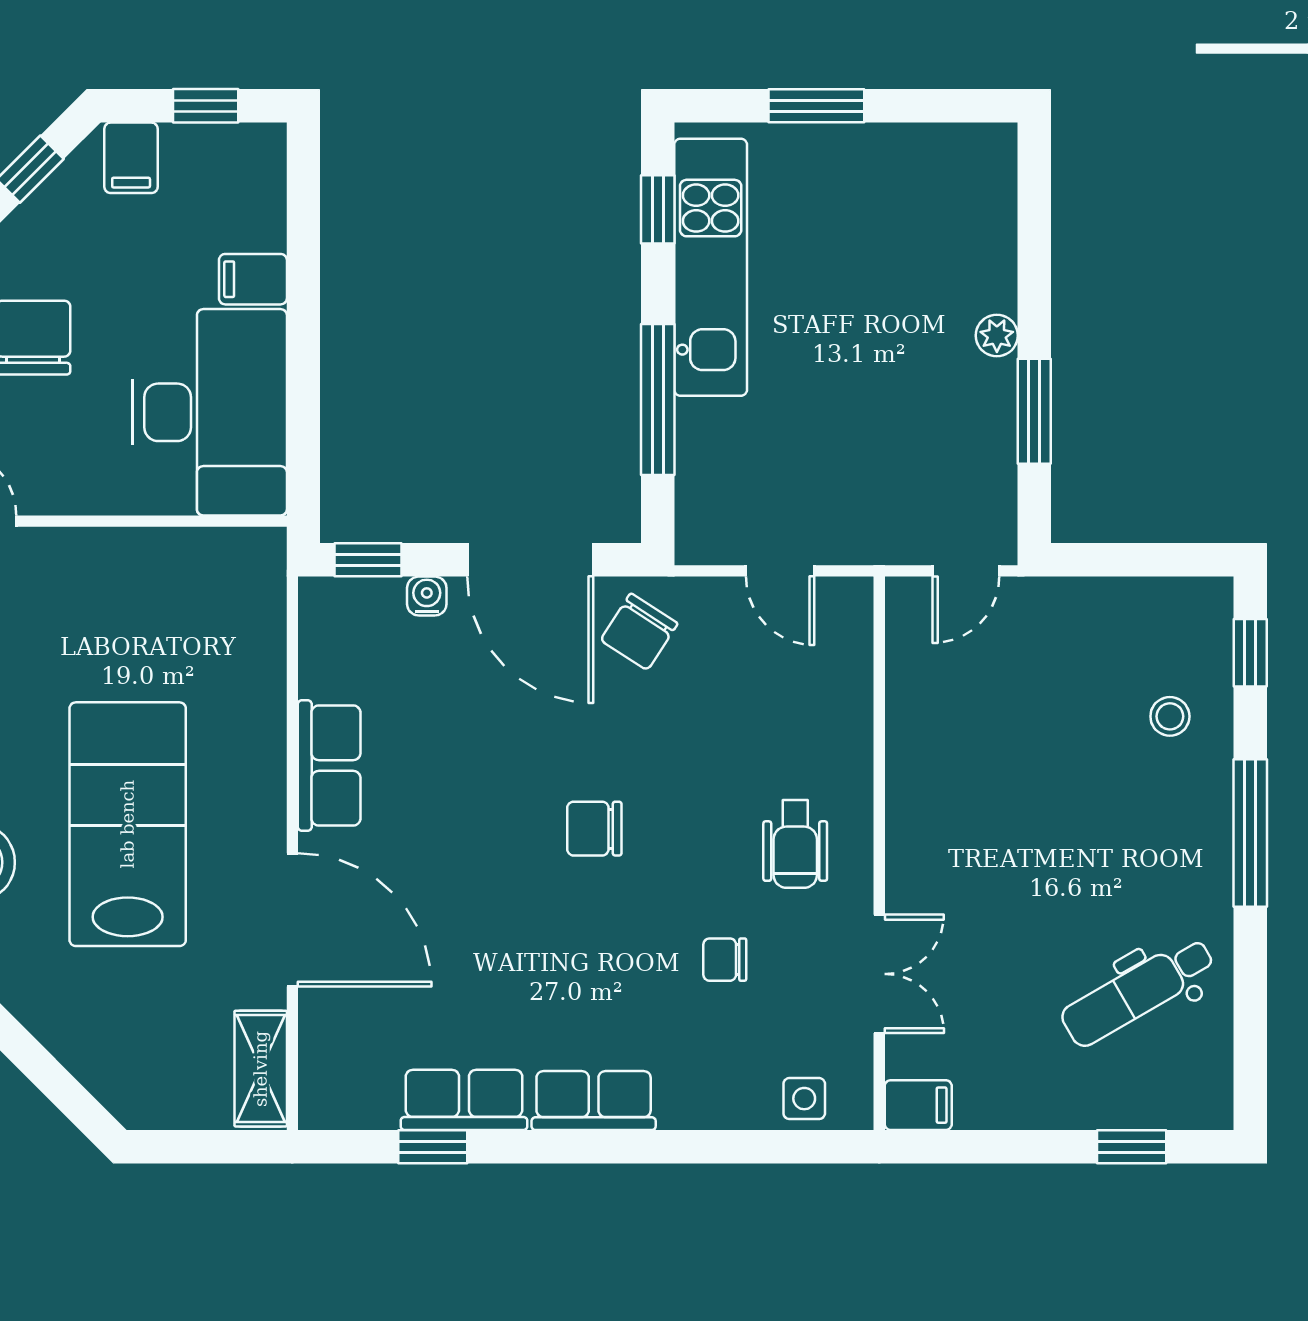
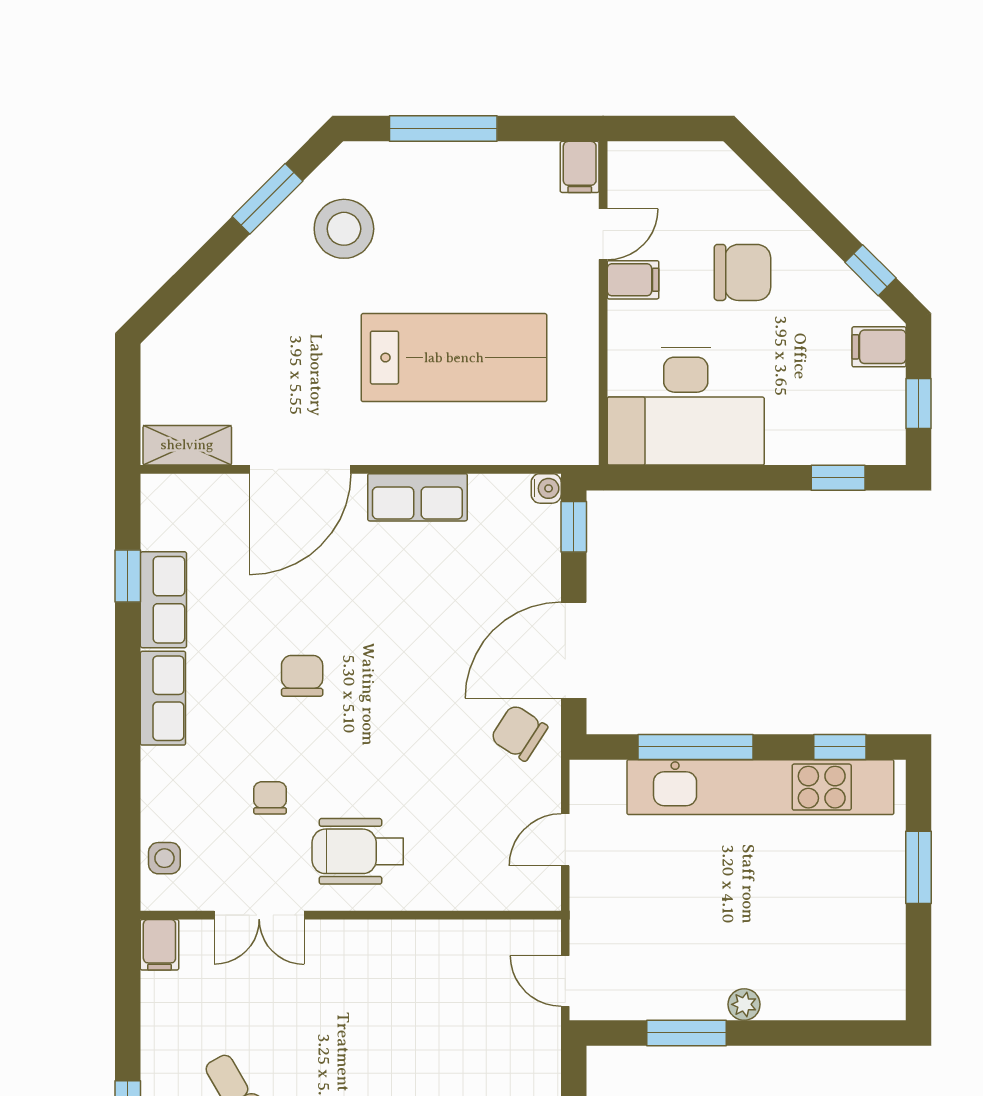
window: (303, 212) -> (838, 478), added
kitchen unit: (711, 267) -> (760, 787), width x1.36
filing cabinet: (253, 279) -> (633, 280), moved, turned 90
water cooler: (427, 596) -> (546, 488), moved
lab bench: (128, 824) -> (454, 358), moved
chair: (594, 829) -> (302, 676), moved
wheelchair: (795, 844) -> (358, 851), width x1.36, depth x1.37

